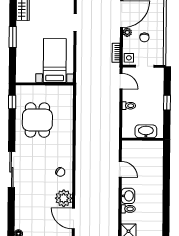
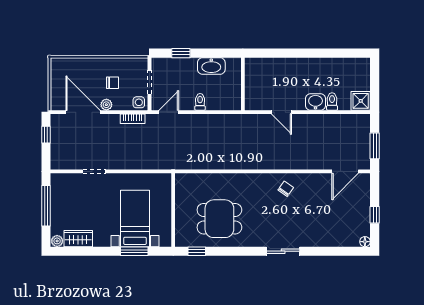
window: (13, 37) -> (134, 251), moved
bed with nightstands: (55, 61) -> (135, 219), moved, turned 90
window: (167, 103) -> (181, 53), moved
washbasin: (146, 131) -> (211, 66), moved, turned -90
door: (120, 169) -> (281, 112), swing flipped
sliding door: (11, 170) -> (283, 251), width x0.73
plant: (64, 198) -> (319, 184), removed

